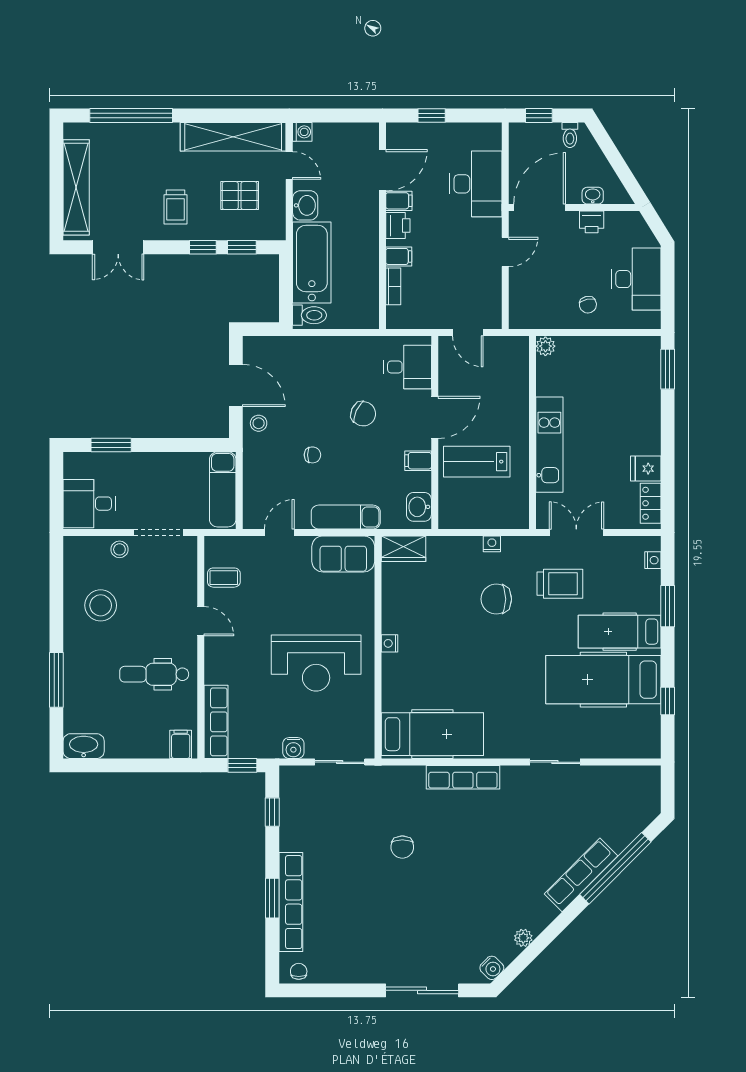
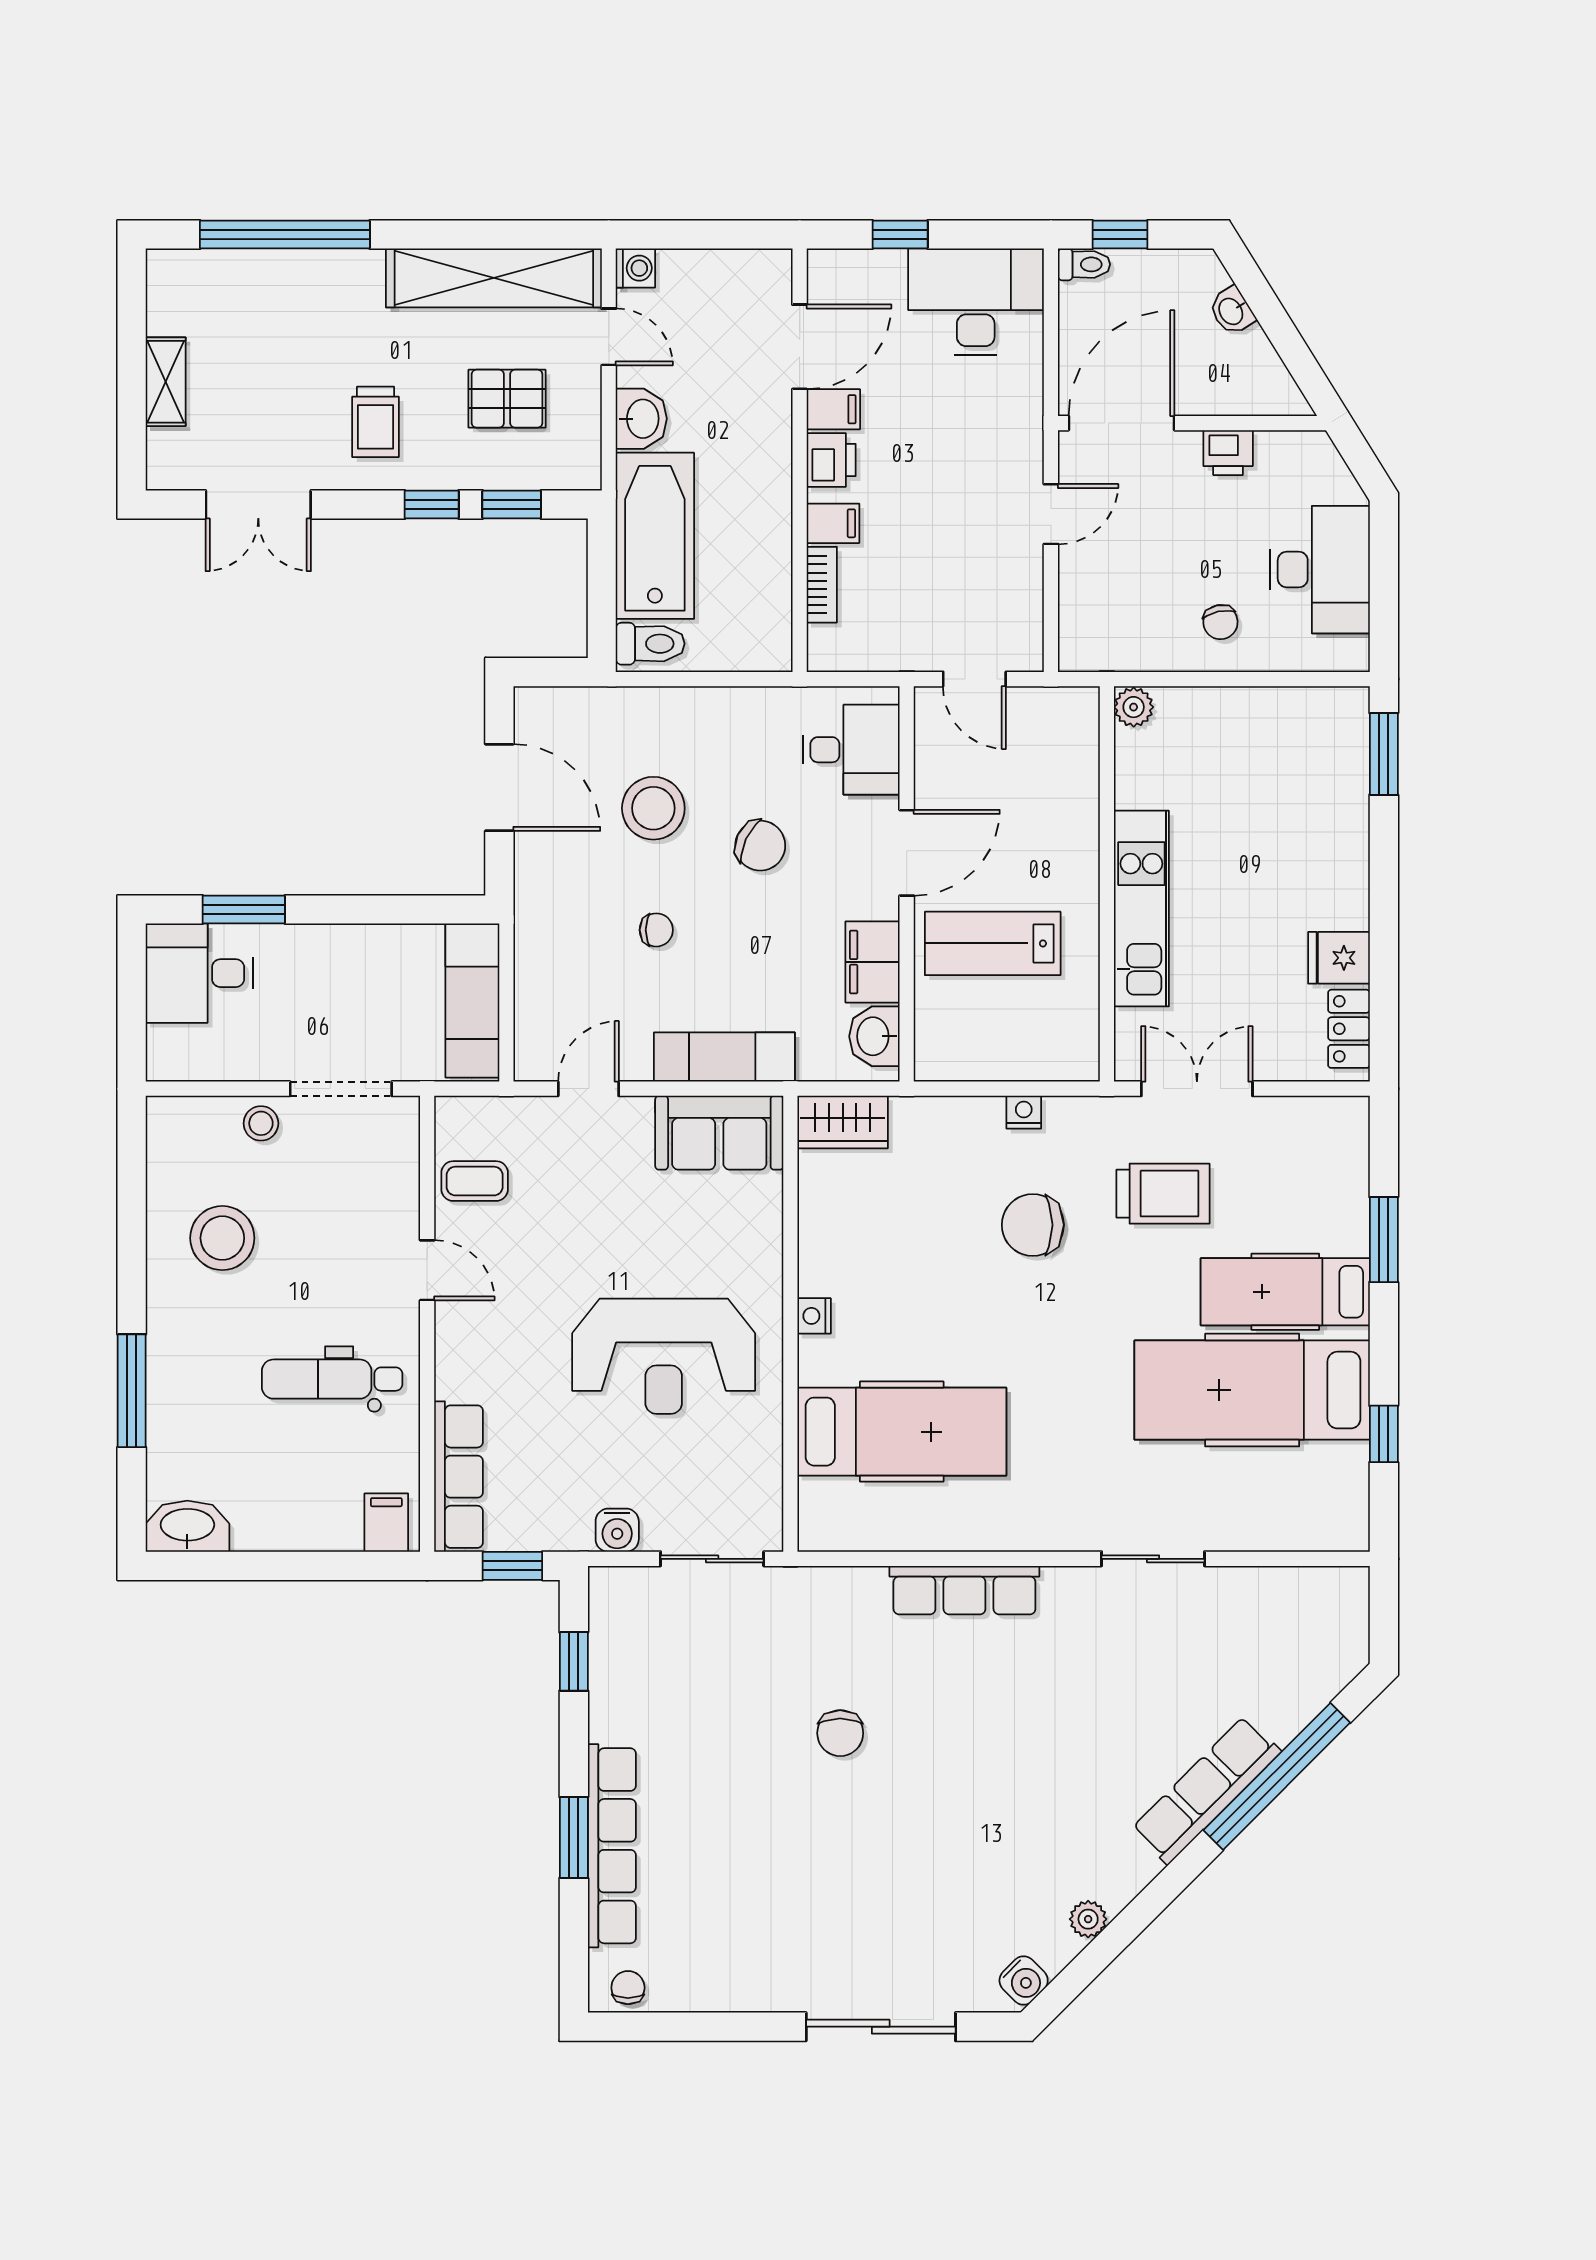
toilet: (570, 135) -> (1084, 264), moved, turned -90
desk: (476, 184) -> (976, 302), moved, turned -90
shelving: (76, 187) -> (166, 382), width x0.45, depth x0.75
washbasin: (593, 196) -> (1232, 311), moved, turned -122
stool: (259, 423) -> (653, 808), moved, width x1.89, depth x1.89
filing cabinet: (418, 461) -> (873, 962), width x2.00
desk: (89, 504) -> (199, 973), moved
nightstand: (653, 560) -> (1353, 1145), removed
hospital bed: (432, 734) -> (902, 1432), moved

